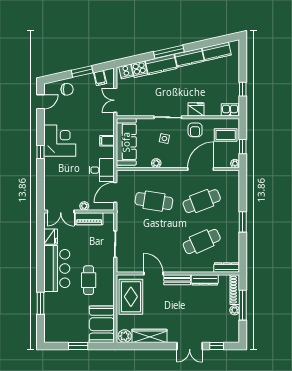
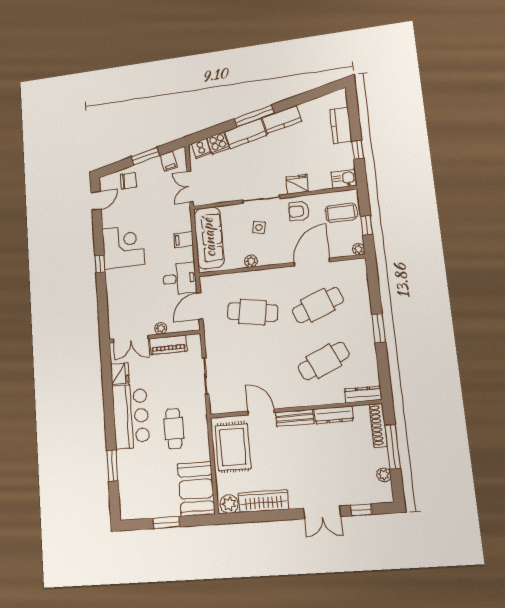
kitchen counter: (217, 51) -> (341, 125), moved, turned 103
armchair: (195, 130) -> (299, 211), turned 92
plant: (235, 310) -> (384, 475), moved

